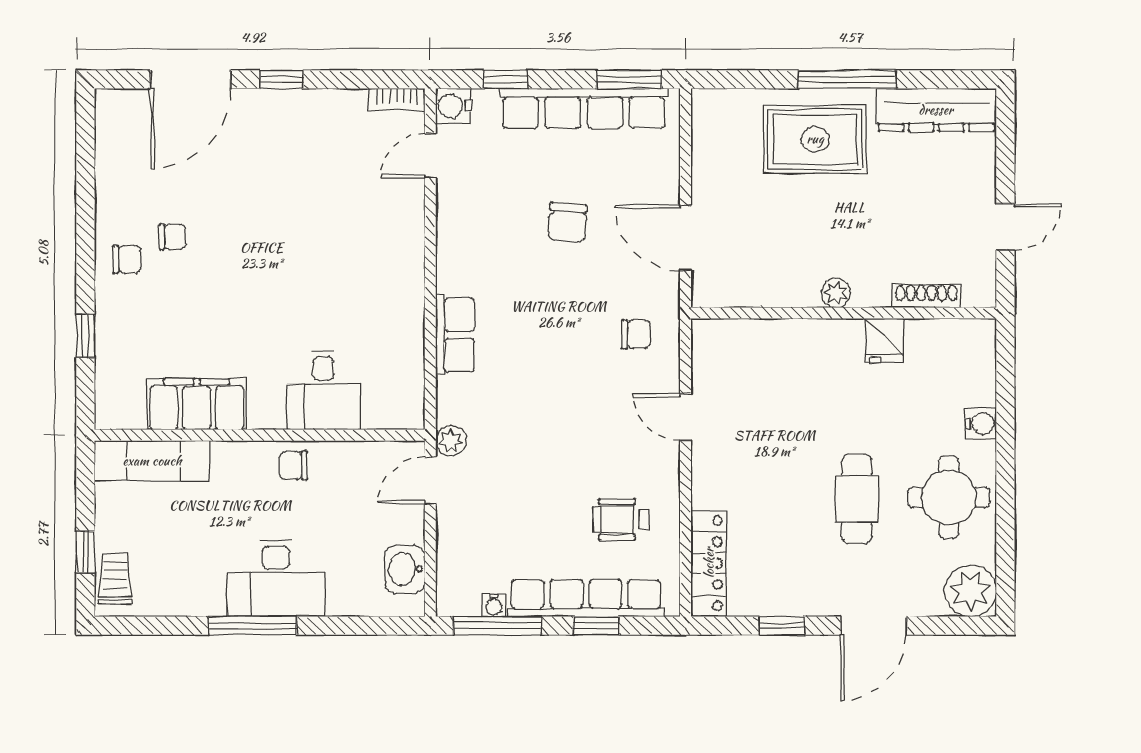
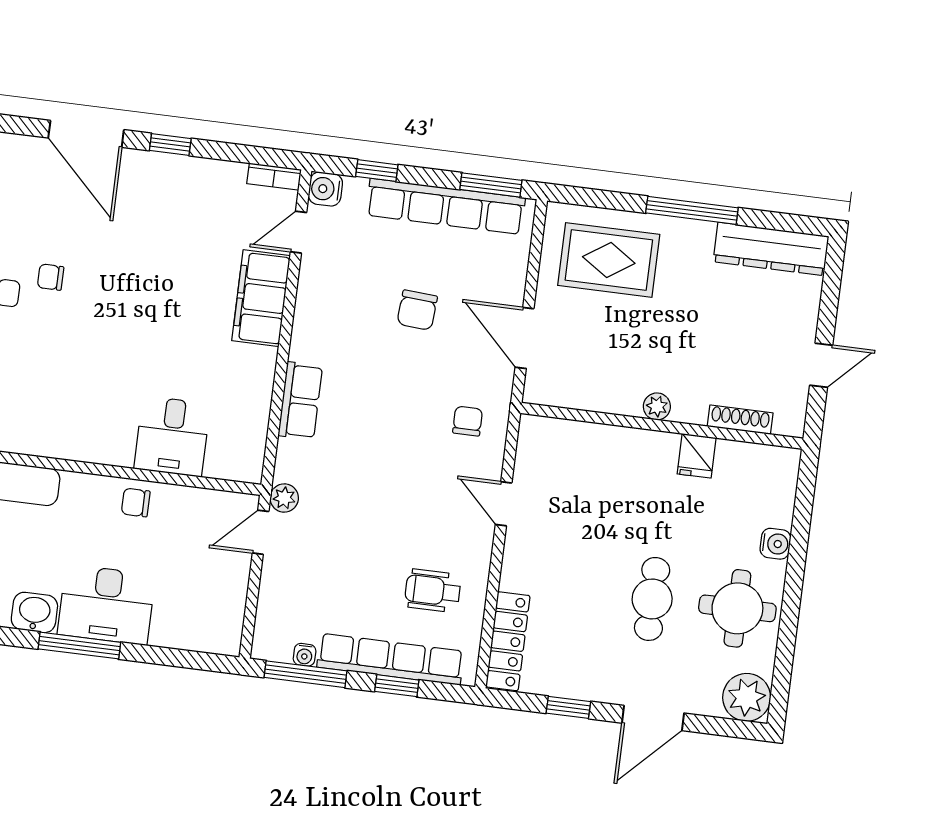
door: (191, 79) -> (86, 134), hinge flipped
rug: (815, 139) -> (609, 260), moved
chair: (172, 237) -> (51, 277), turned 180
chair: (636, 334) -> (468, 421), turned -90
filing cabinet: (197, 404) -> (261, 298), moved, turned -90
washbasin: (405, 569) -> (34, 612), moved, turned 90

